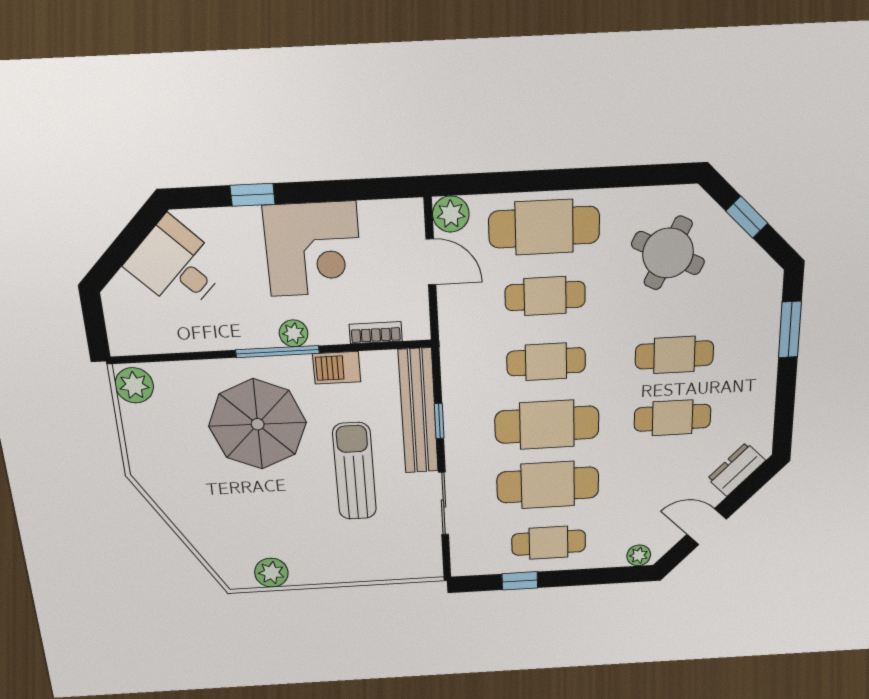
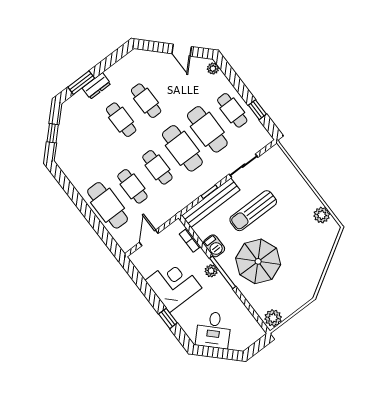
plant: (451, 214) -> (126, 243), removed
round table: (668, 253) -> (85, 152), removed
dresser: (736, 470) -> (96, 86), moved, turned -45

